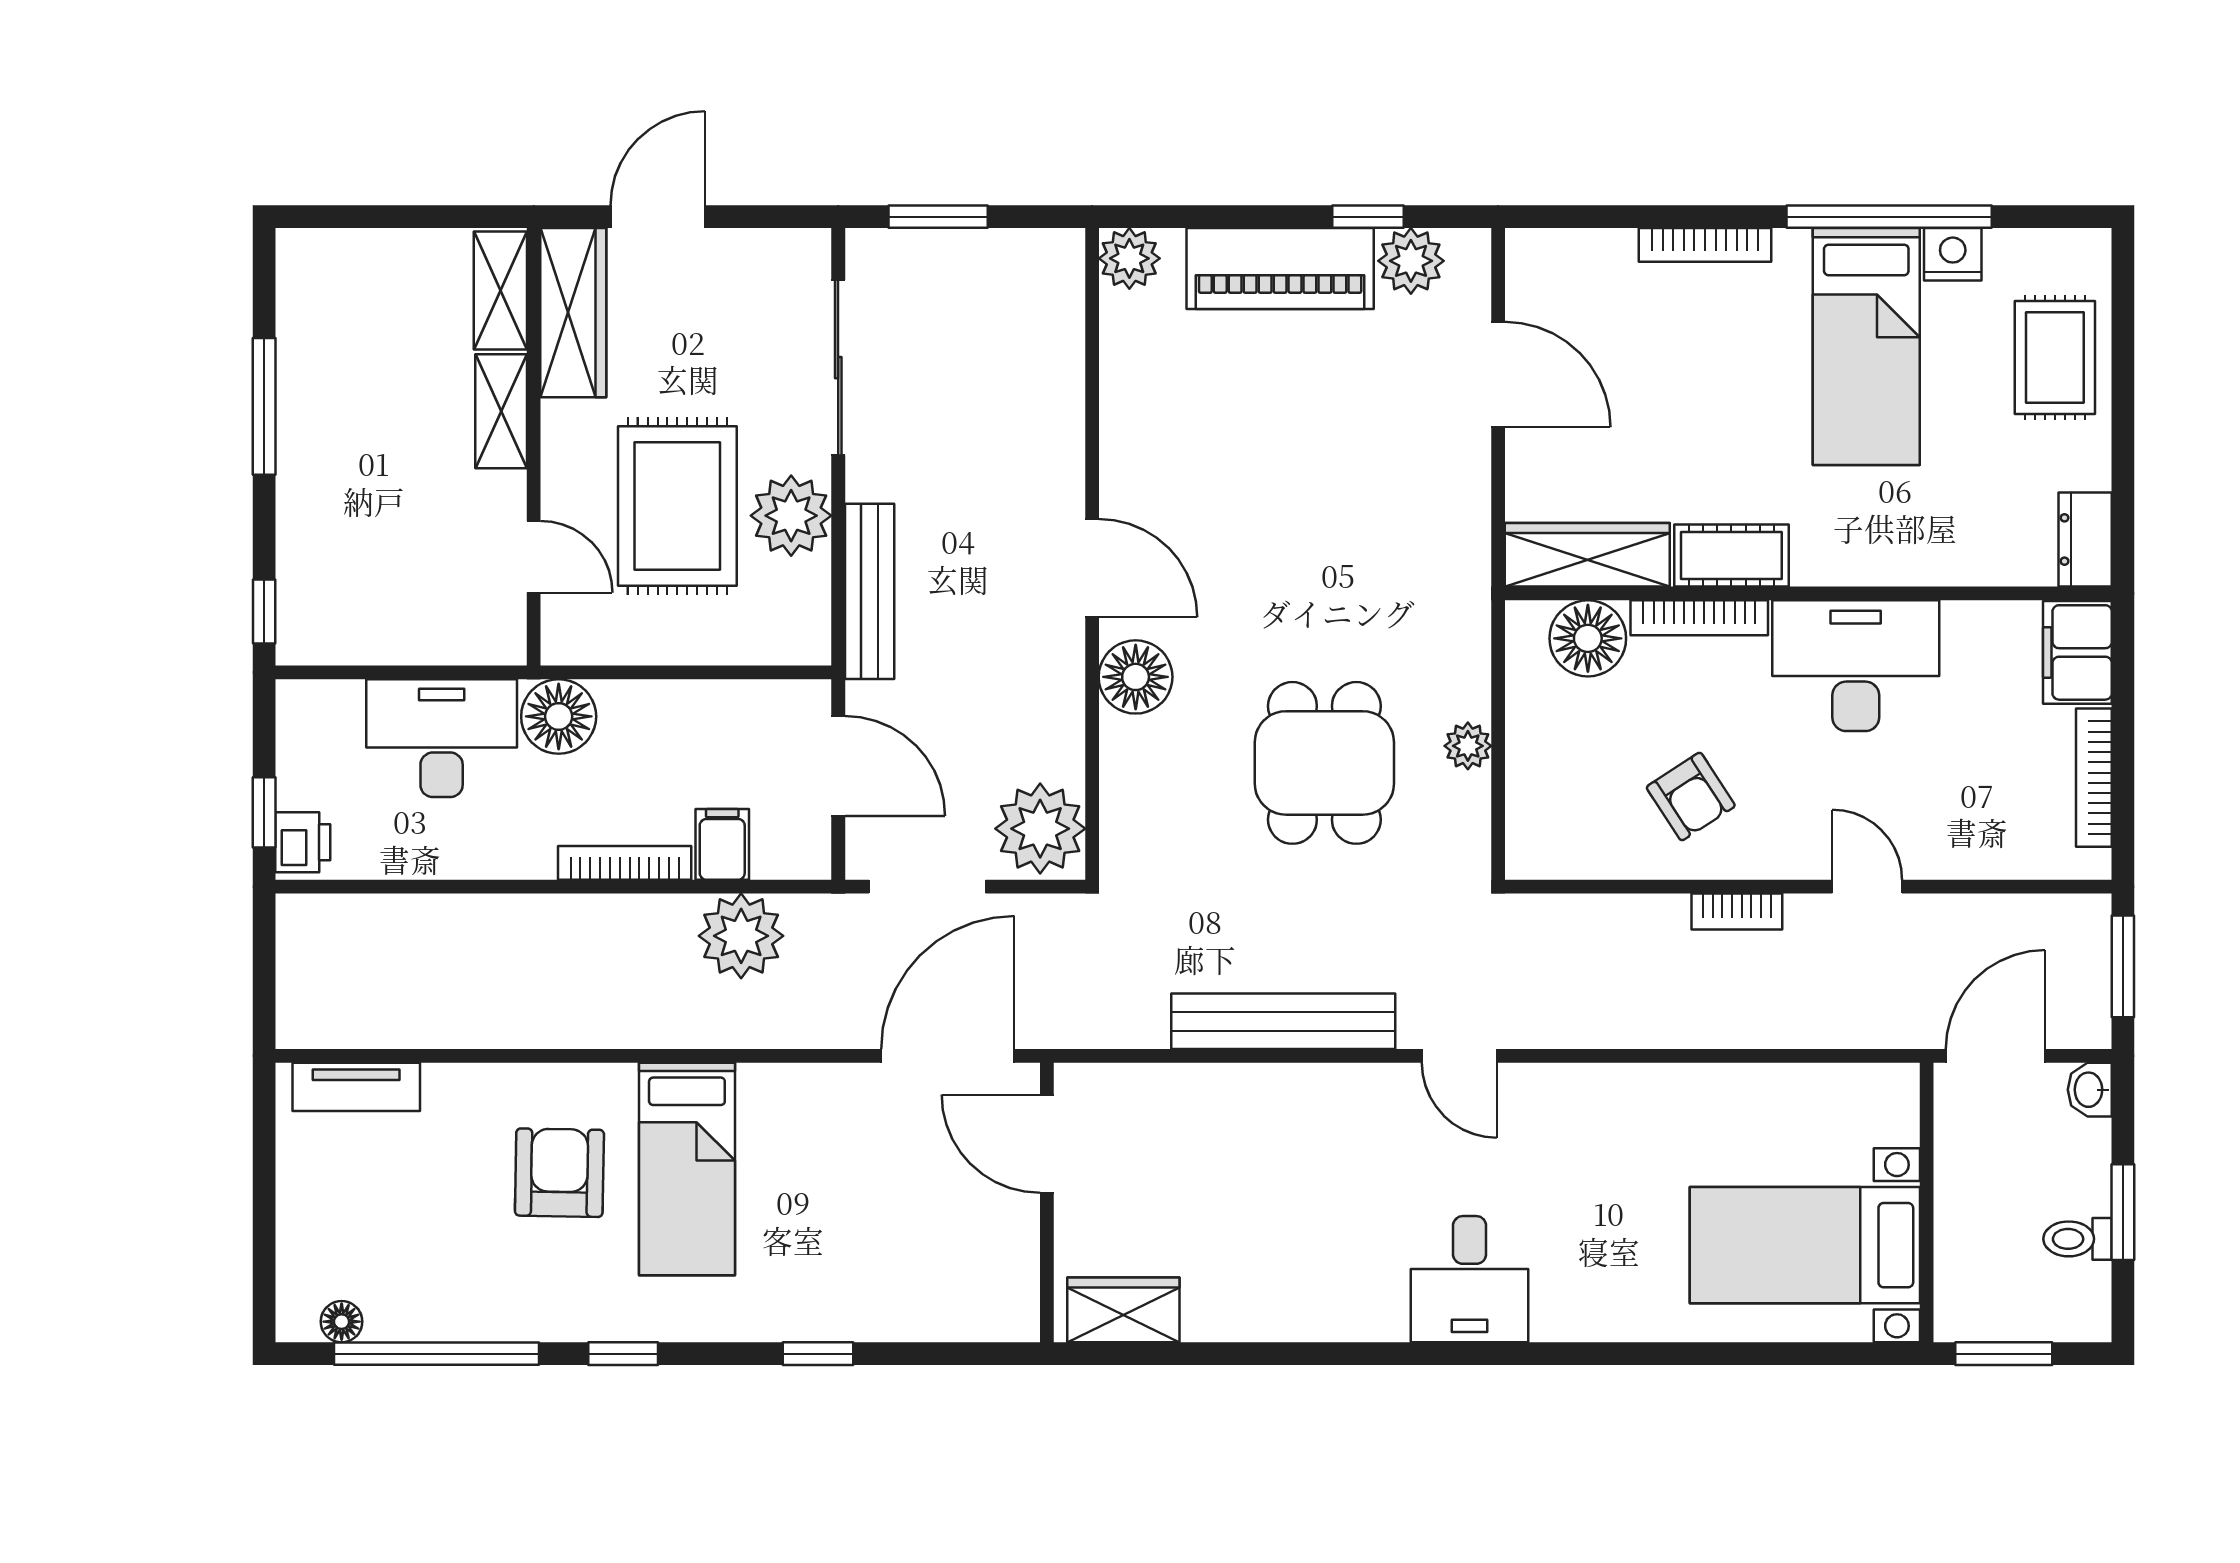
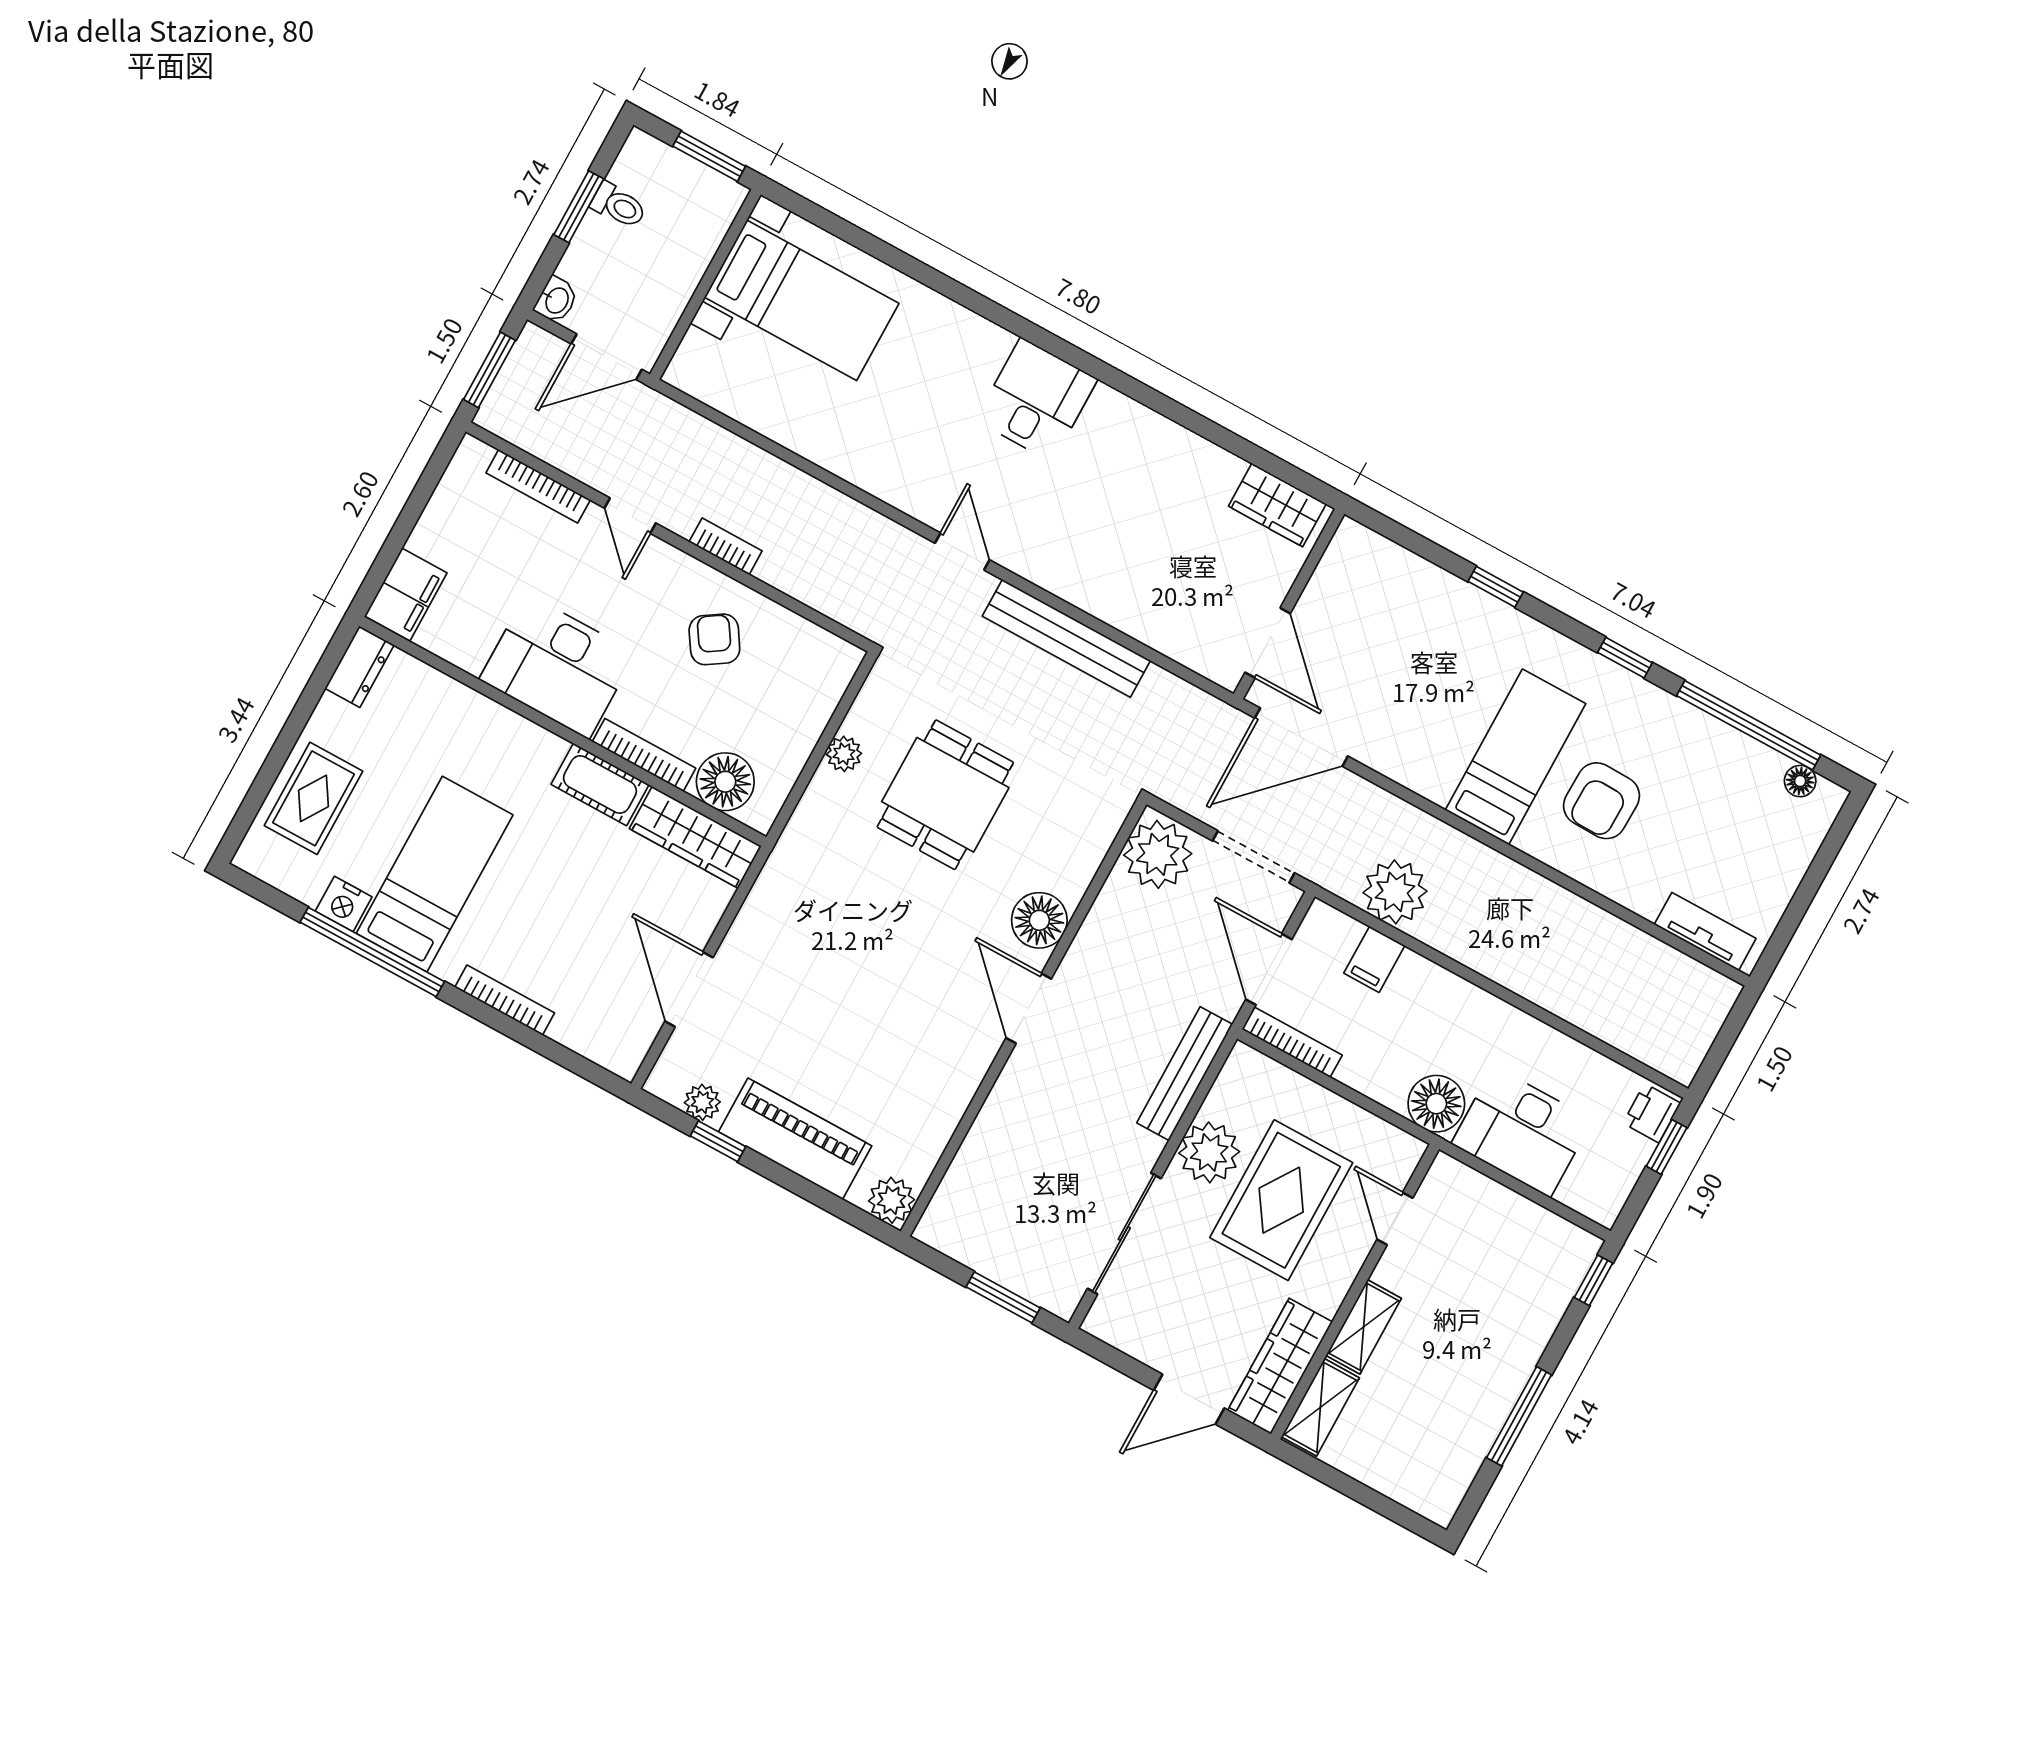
plant: (1411, 261) -> (702, 1102), width x0.73, depth x0.73
bookcase: (2094, 778) -> (538, 486), moved, turned 90
bookcase: (625, 863) -> (1292, 1042), moved, turned 180

